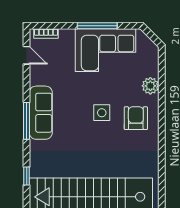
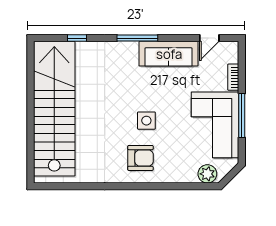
bookcase: (46, 34) -> (233, 77), moved
plant: (150, 86) -> (207, 174), moved
sofa: (41, 113) -> (169, 54), moved

